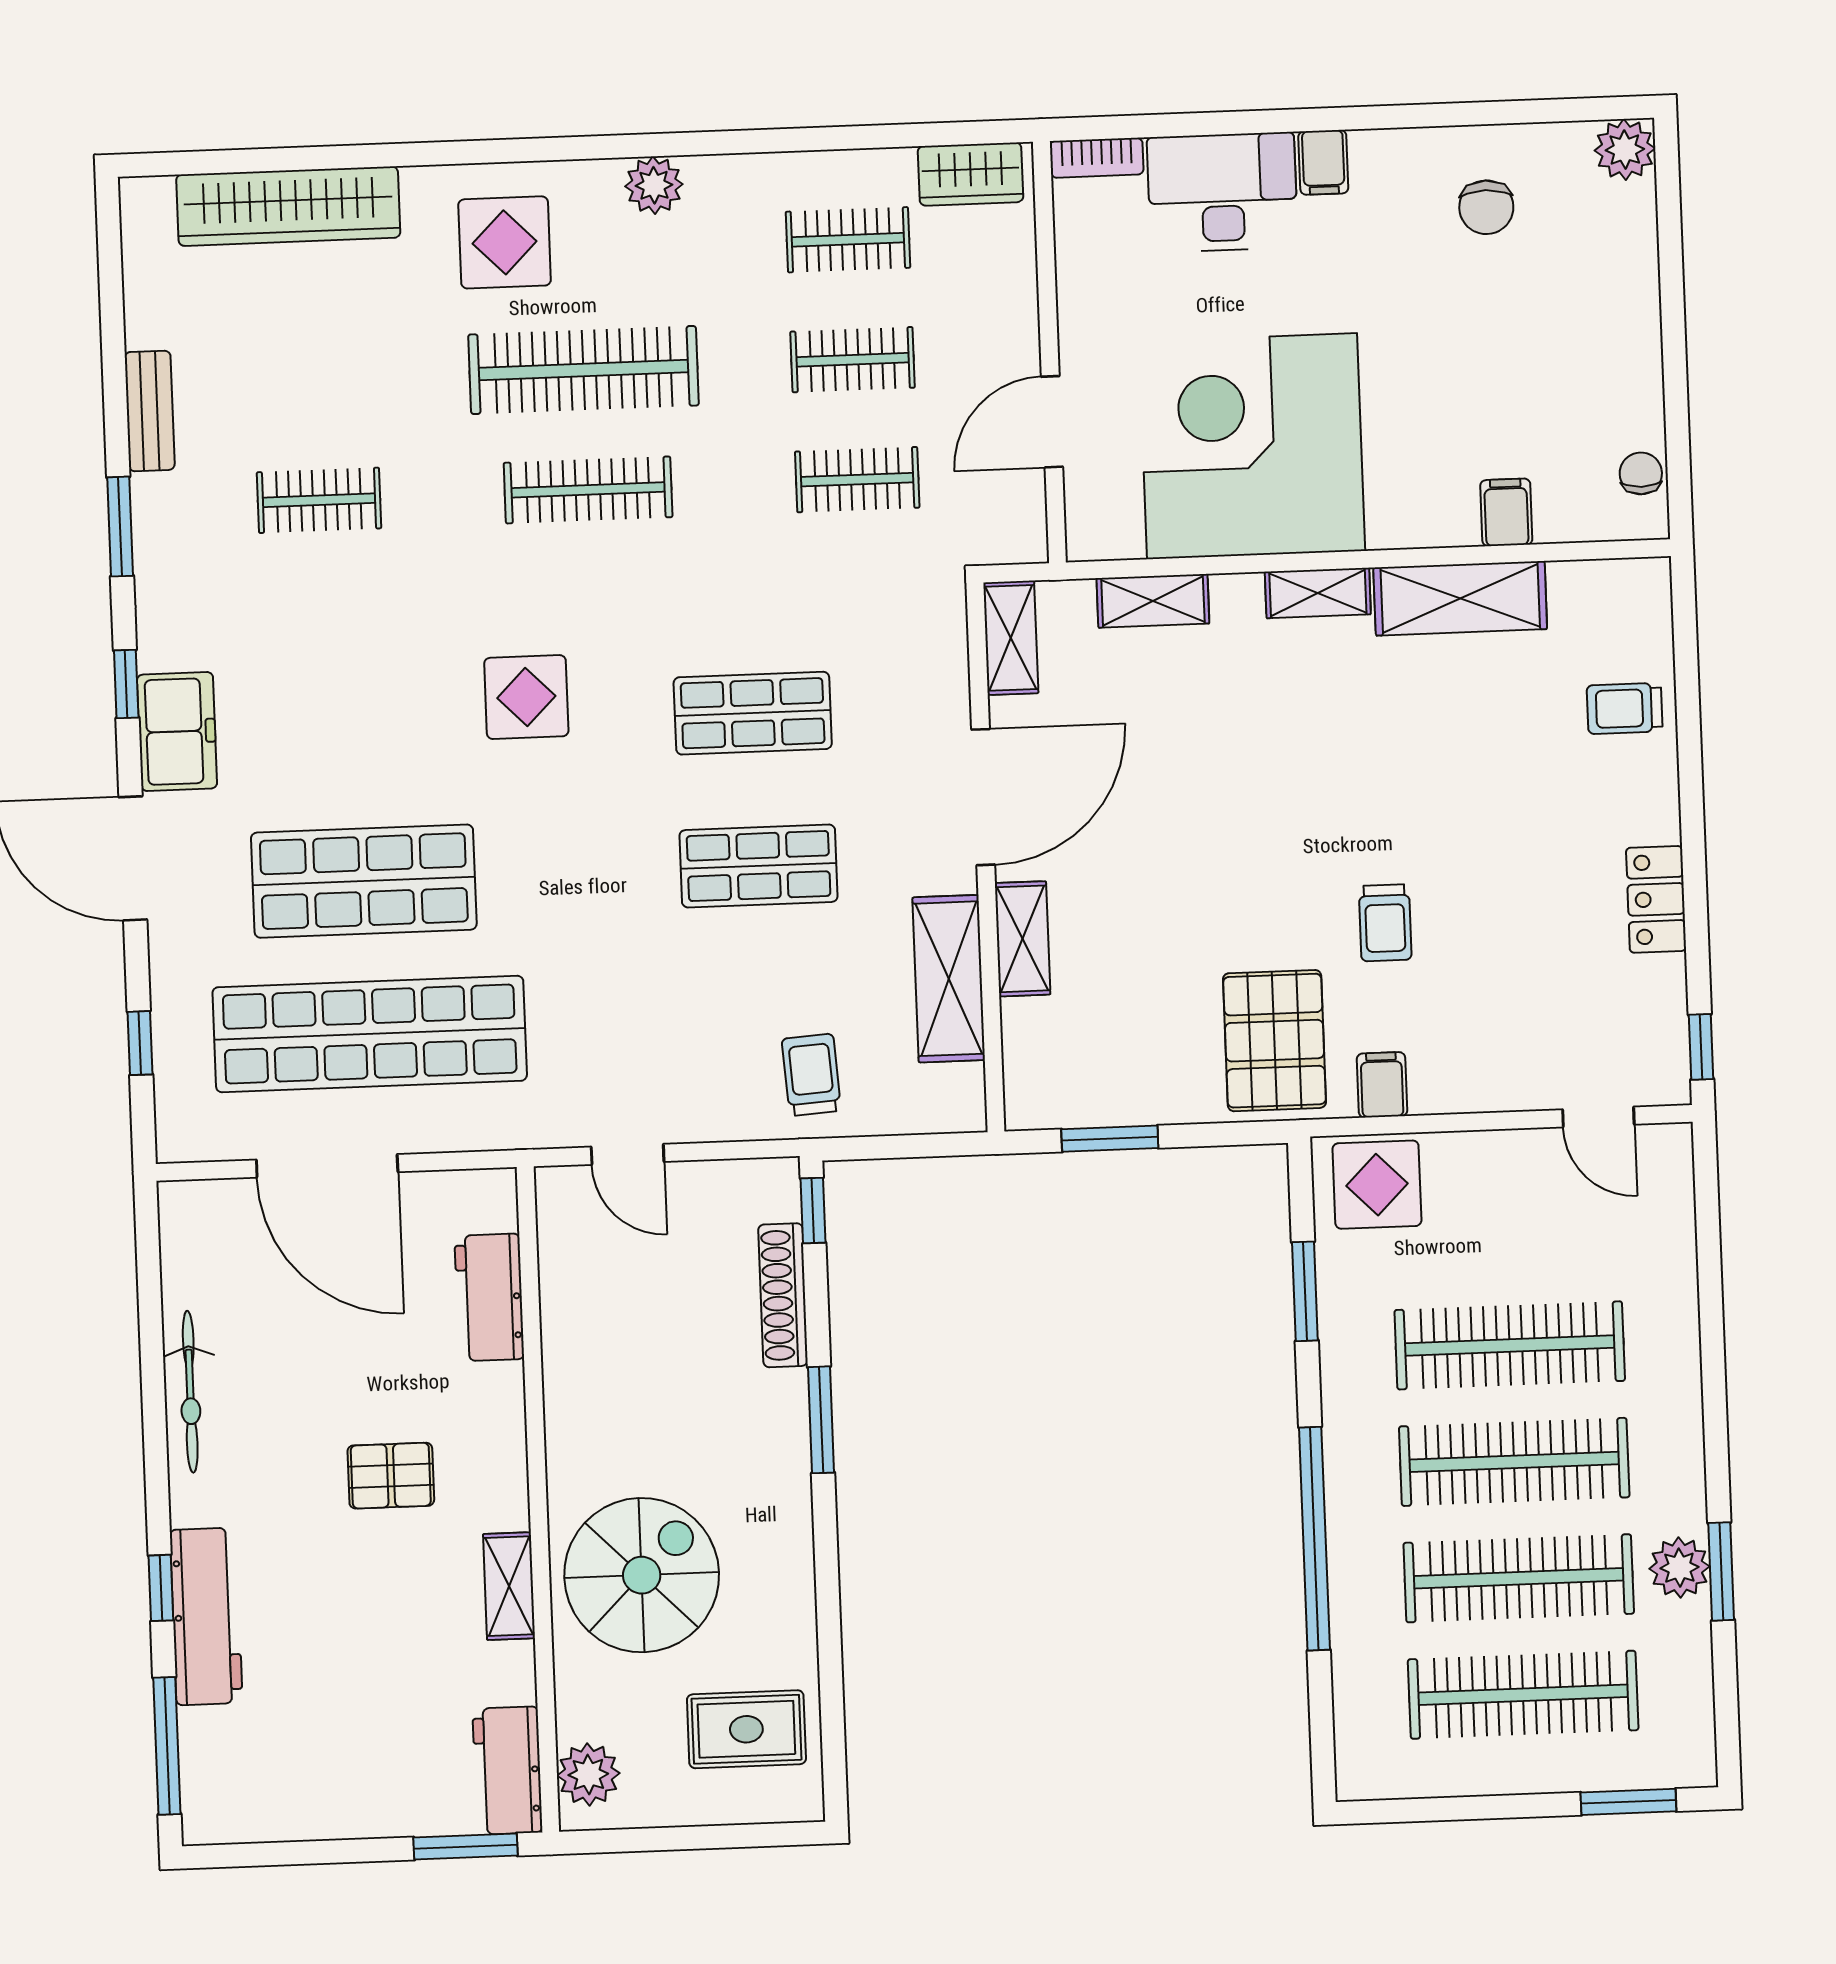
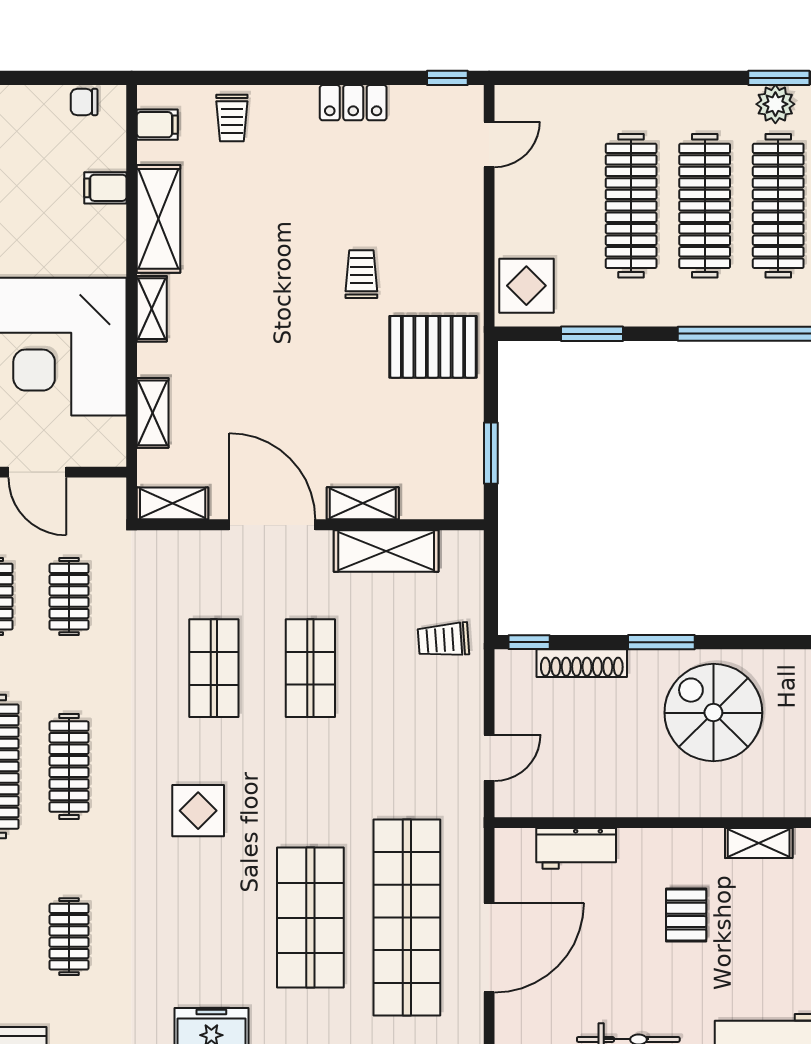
trolley: (1385, 923) -> (361, 274), turned -90
filing cabinet: (1382, 1085) -> (157, 125), moved, turned 180
spiral stairs: (642, 1575) -> (713, 713), moved

